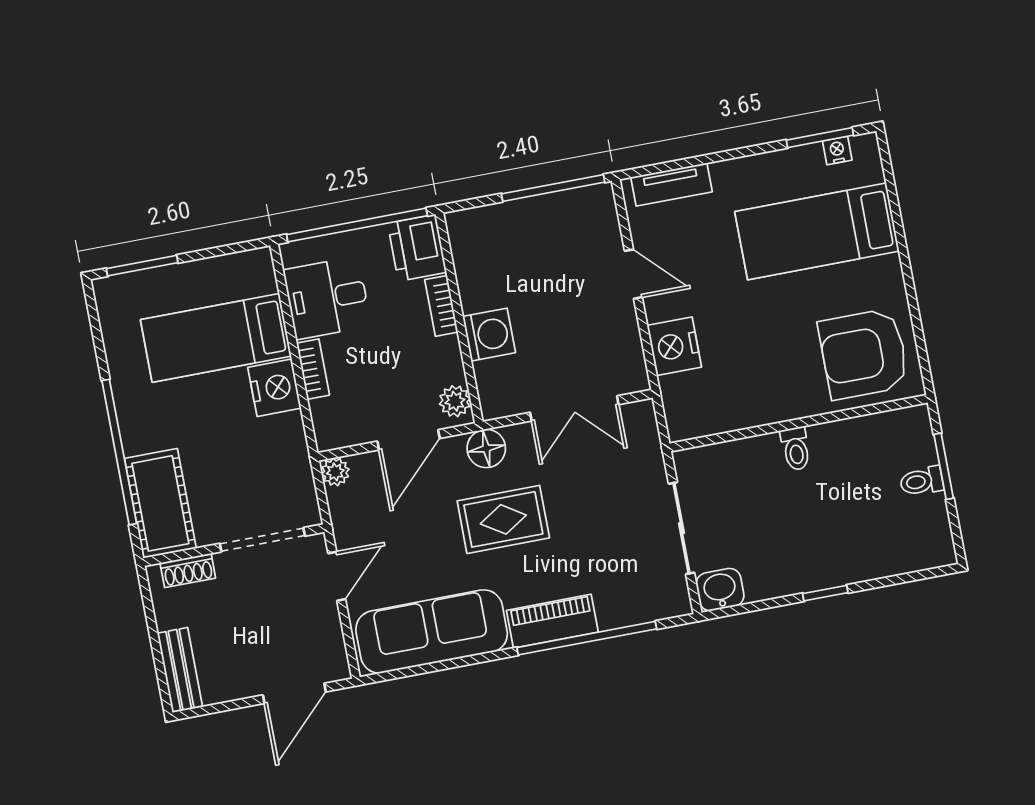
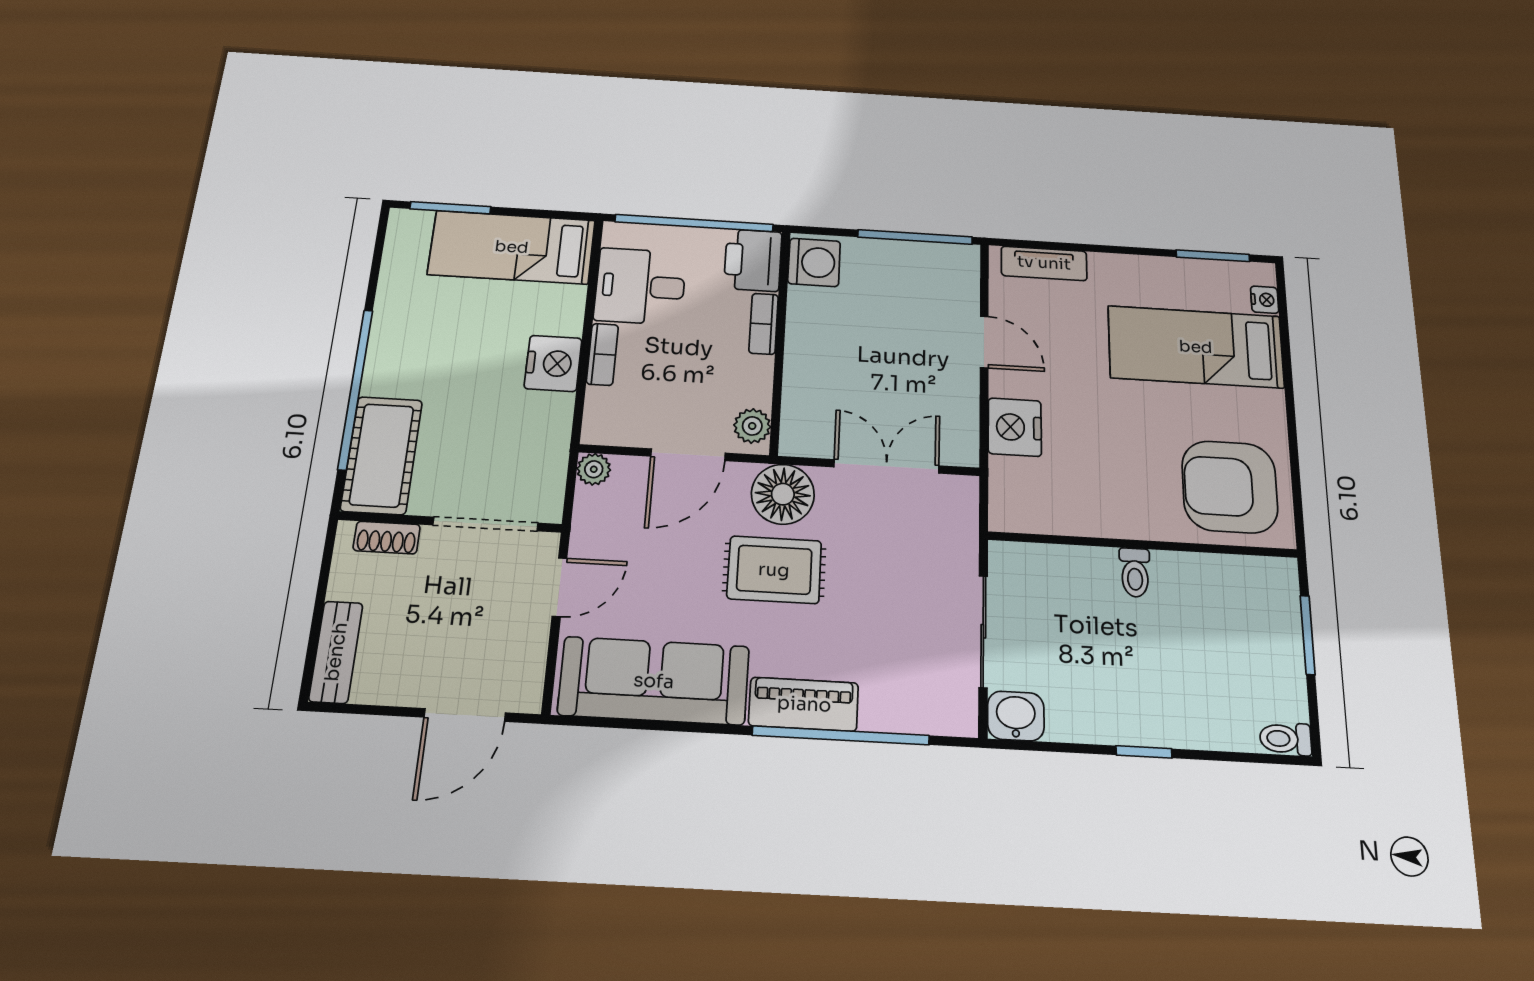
nightstand: (837, 151) -> (1265, 300), moved, turned 90
washing machine: (489, 335) -> (814, 262), moved
bed: (216, 338) -> (512, 247), moved
double door: (574, 408) -> (886, 466), swing flipped
floor lamp: (486, 448) -> (783, 494), width x1.38, depth x1.38
toilet: (922, 481) -> (1286, 739), moved

